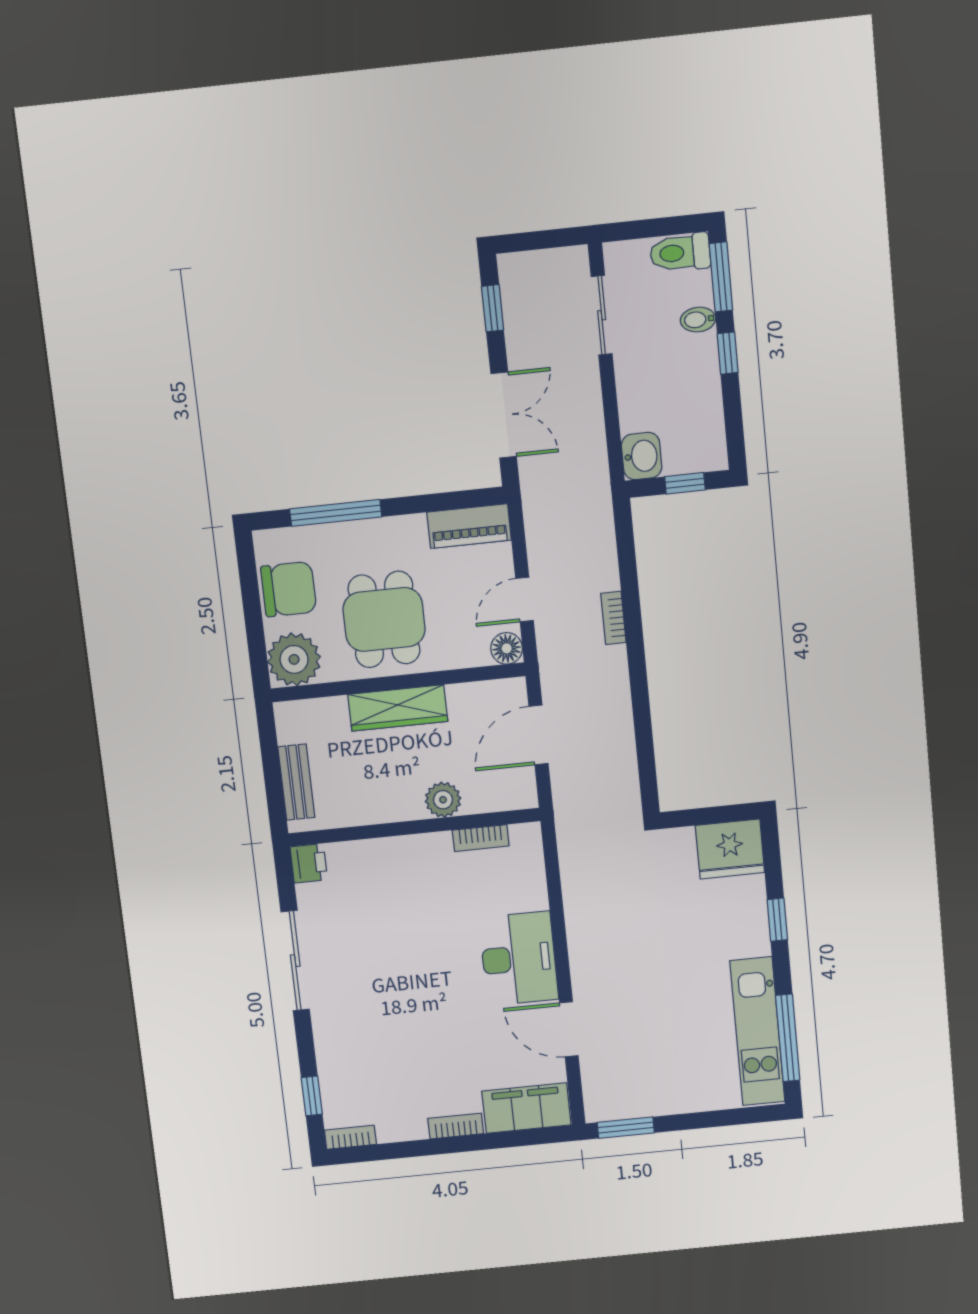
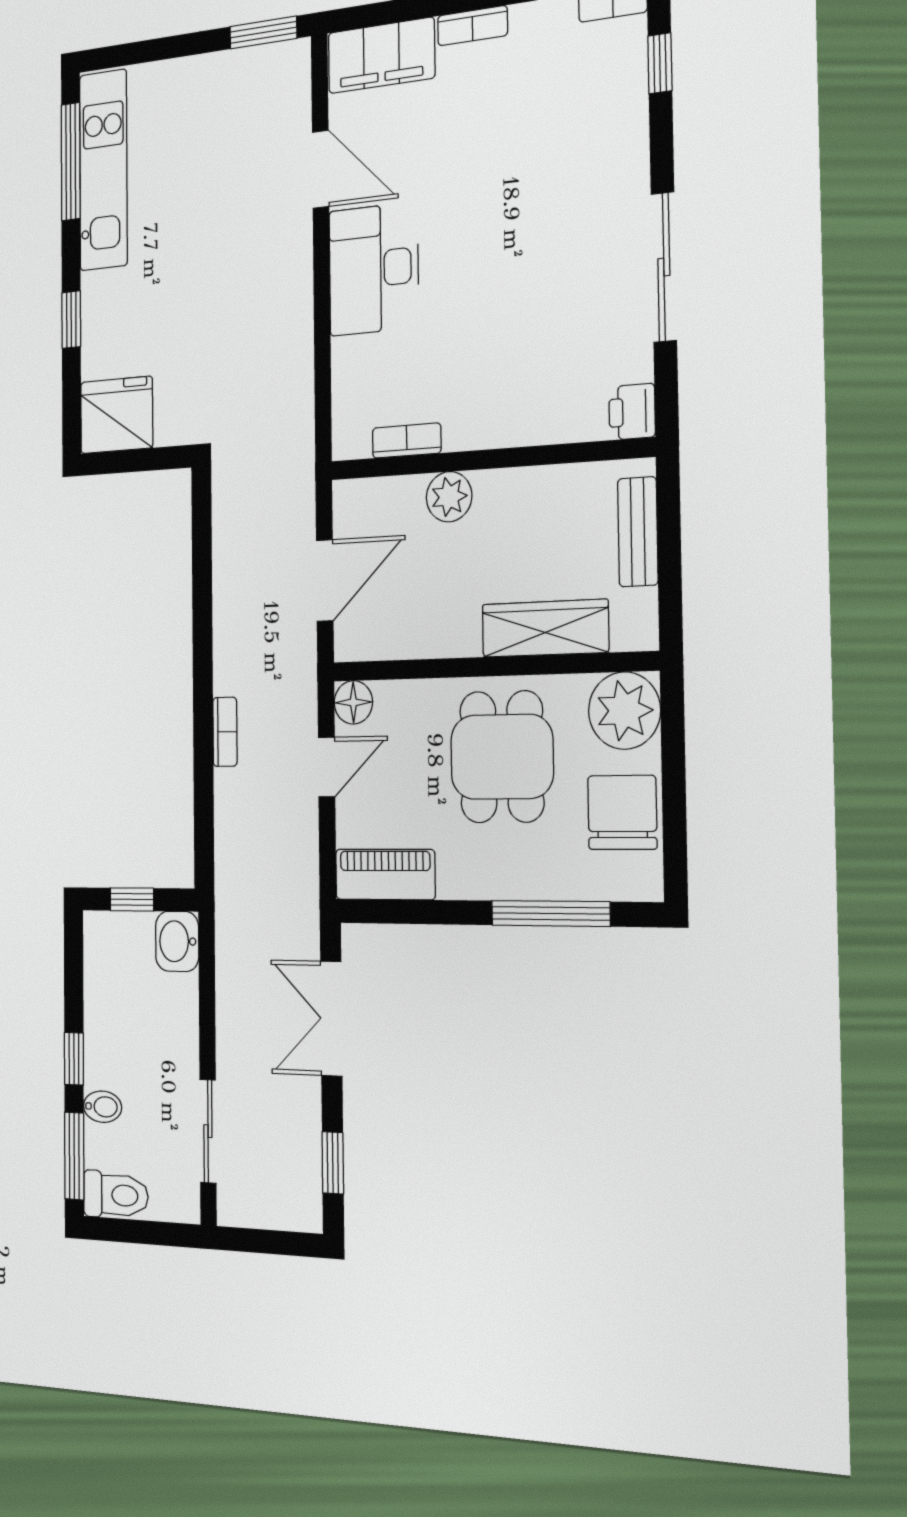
chair: (289, 589) -> (622, 812), turned 90
wardrobe: (398, 708) -> (545, 628), moved

